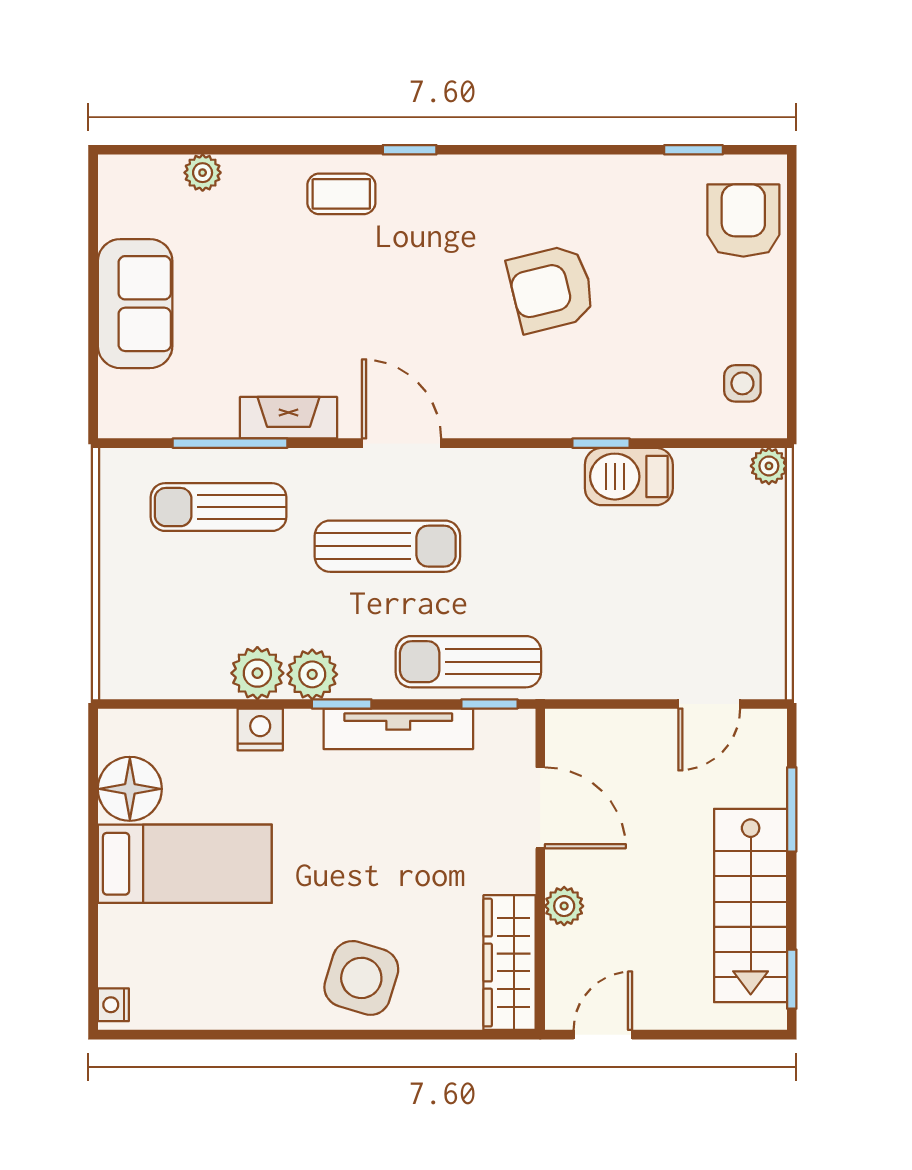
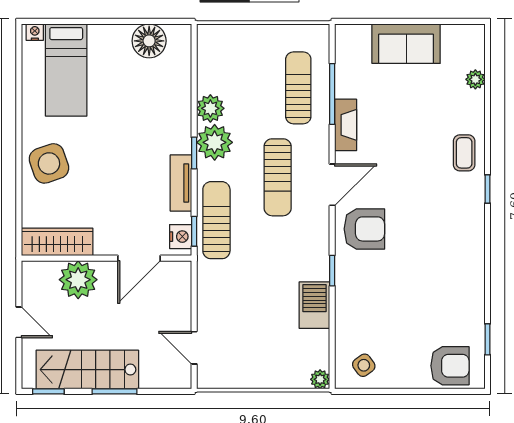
armchair: (551, 289) -> (364, 229), moved, turned 104
side table: (742, 383) -> (364, 365), turned -36
window: (601, 443) -> (332, 271), moved
plant: (312, 674) -> (215, 142), width x1.36, depth x1.36
nightstand: (260, 729) -> (181, 237), moved
tv unit: (398, 729) -> (181, 183), width x0.71
window: (792, 809) -> (115, 391), moved
bed: (185, 864) -> (66, 70), moved
plant: (564, 906) -> (78, 280), width x1.88, depth x1.88
side table: (361, 978) -> (49, 163), turned -36
door: (603, 1035) -> (19, 322), moved

